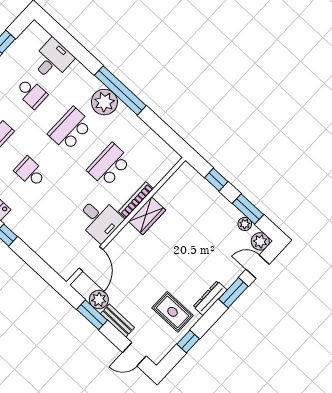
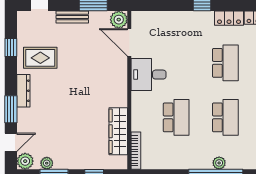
plant: (104, 102) -> (219, 163), width x0.53, depth x0.53
school desk: (30, 172) -> (225, 63), width x1.85
bookcase: (136, 200) -> (136, 151), moved
wardrobe: (147, 216) -> (118, 131), moved, width x1.50
plant: (99, 300) -> (119, 20), moved

